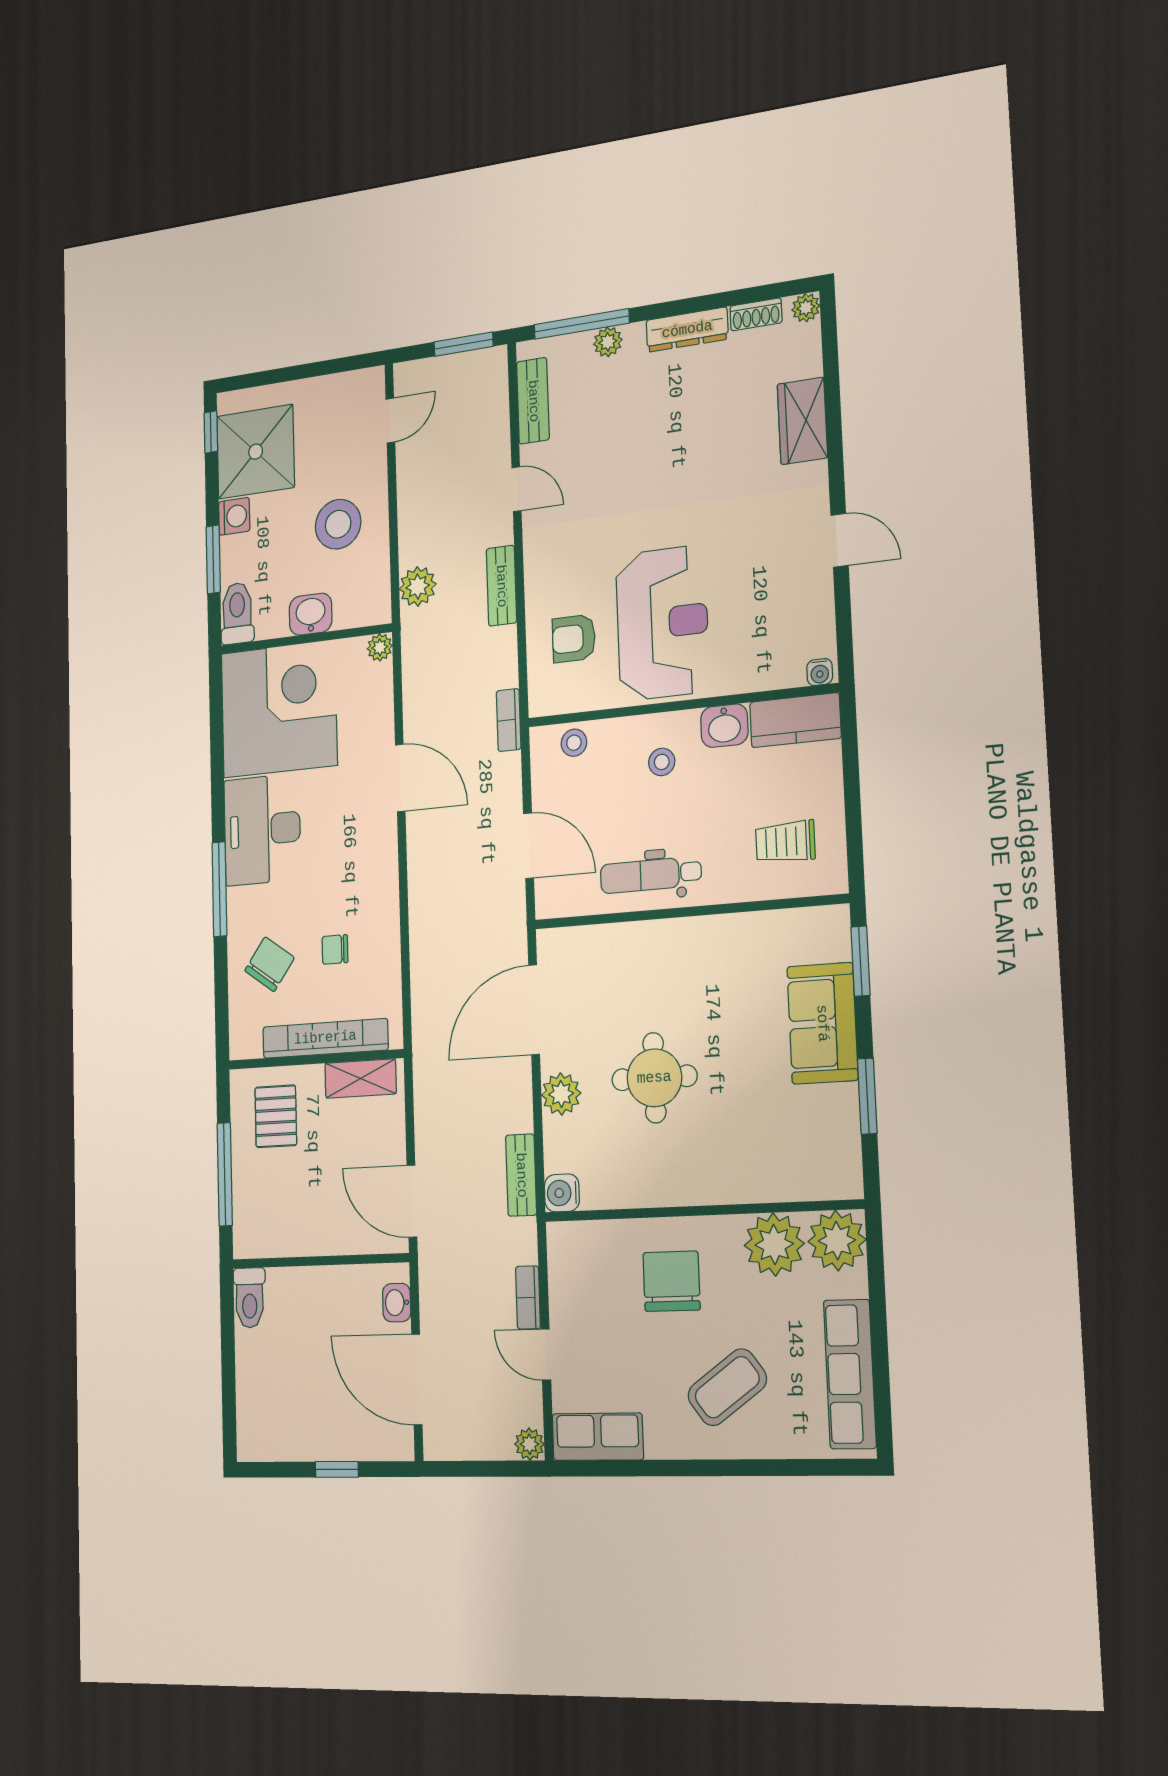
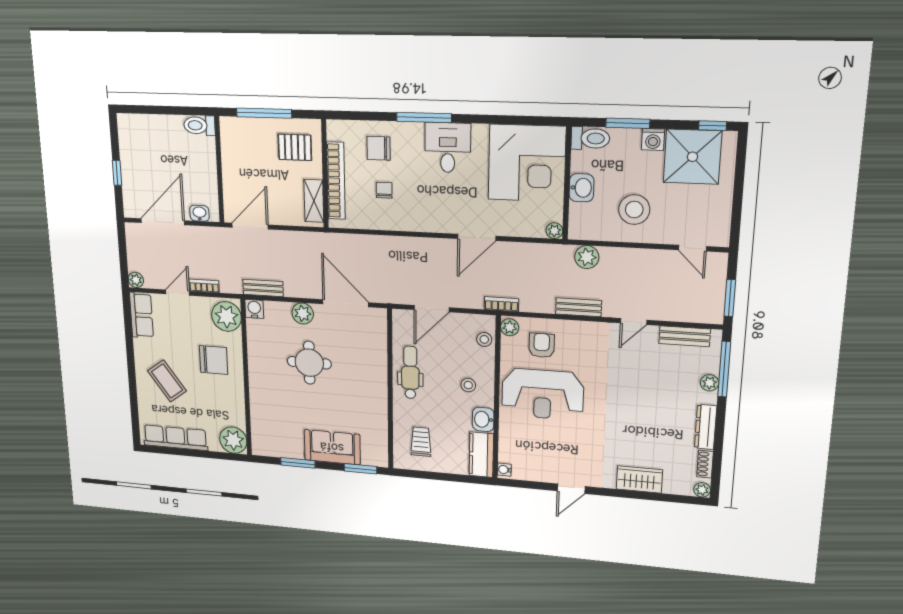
plant: (548, 700) -> (510, 327), added
desk: (262, 830) -> (448, 148), width x0.73
chair: (269, 964) -> (379, 148), turned 144
plant: (774, 1244) -> (226, 316), moved

